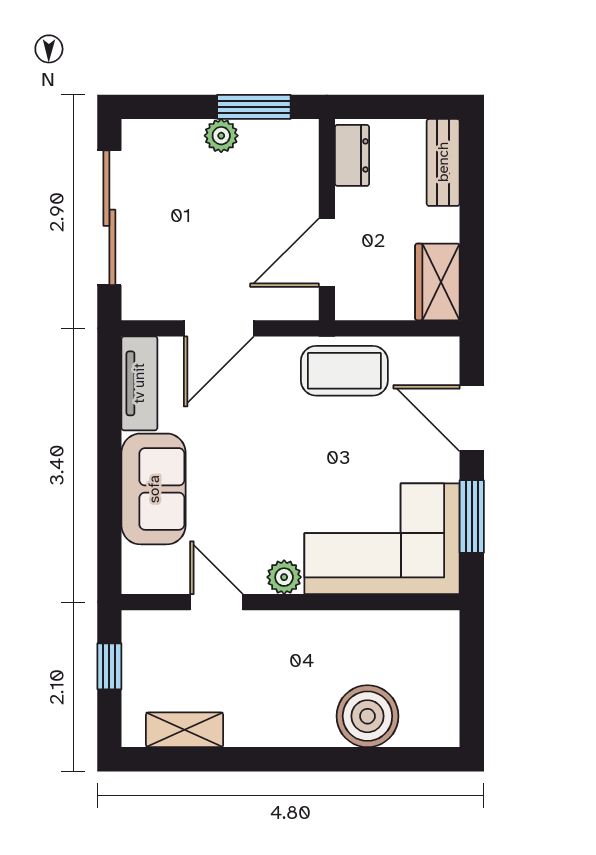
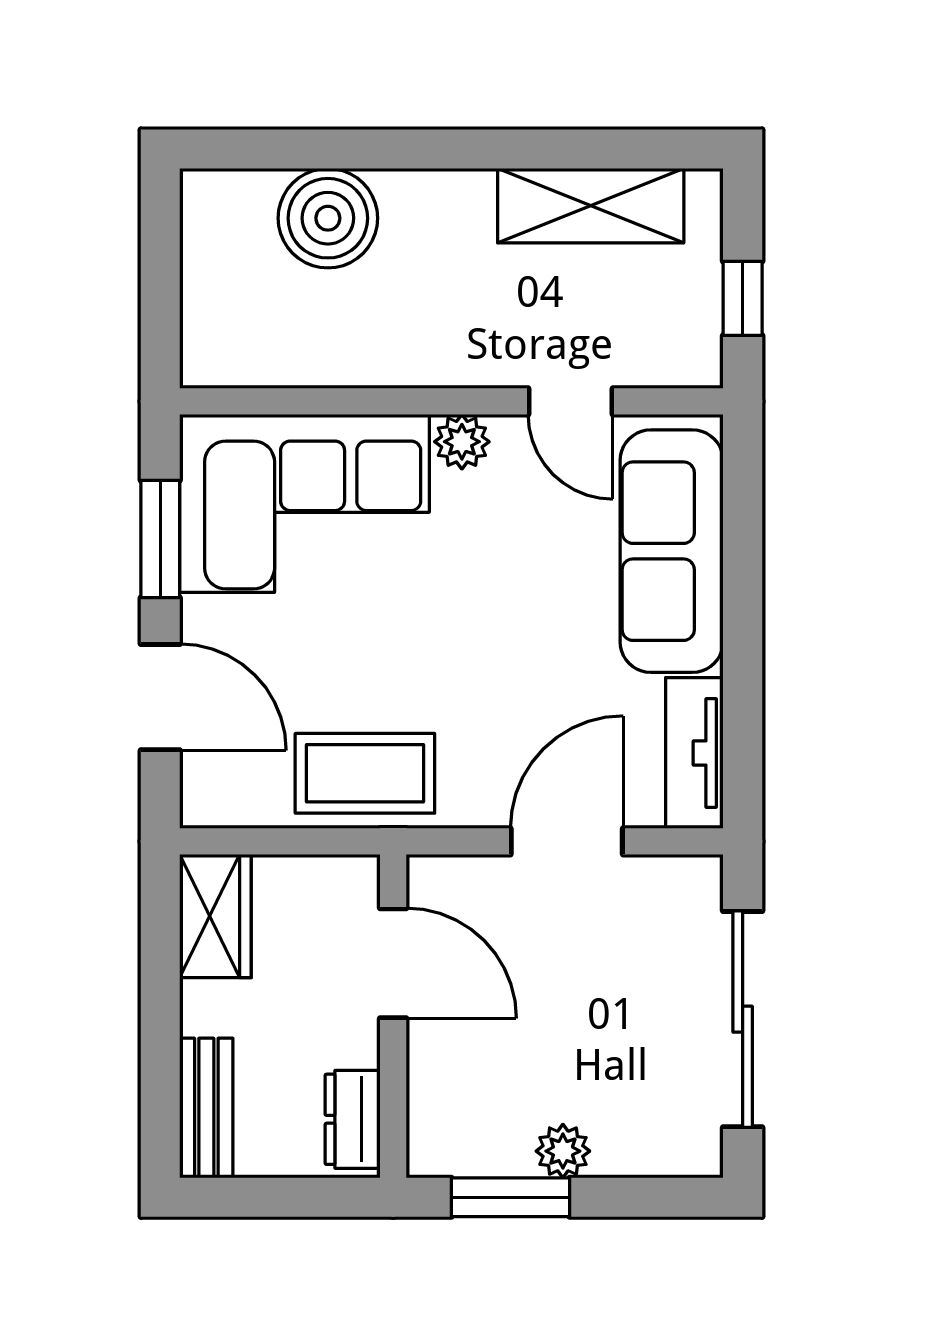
door: (327, 253) -> (393, 963), hinge flipped
sofa: (154, 489) -> (672, 551), width x1.36
shelving: (185, 730) -> (591, 206), width x1.50, depth x1.33

